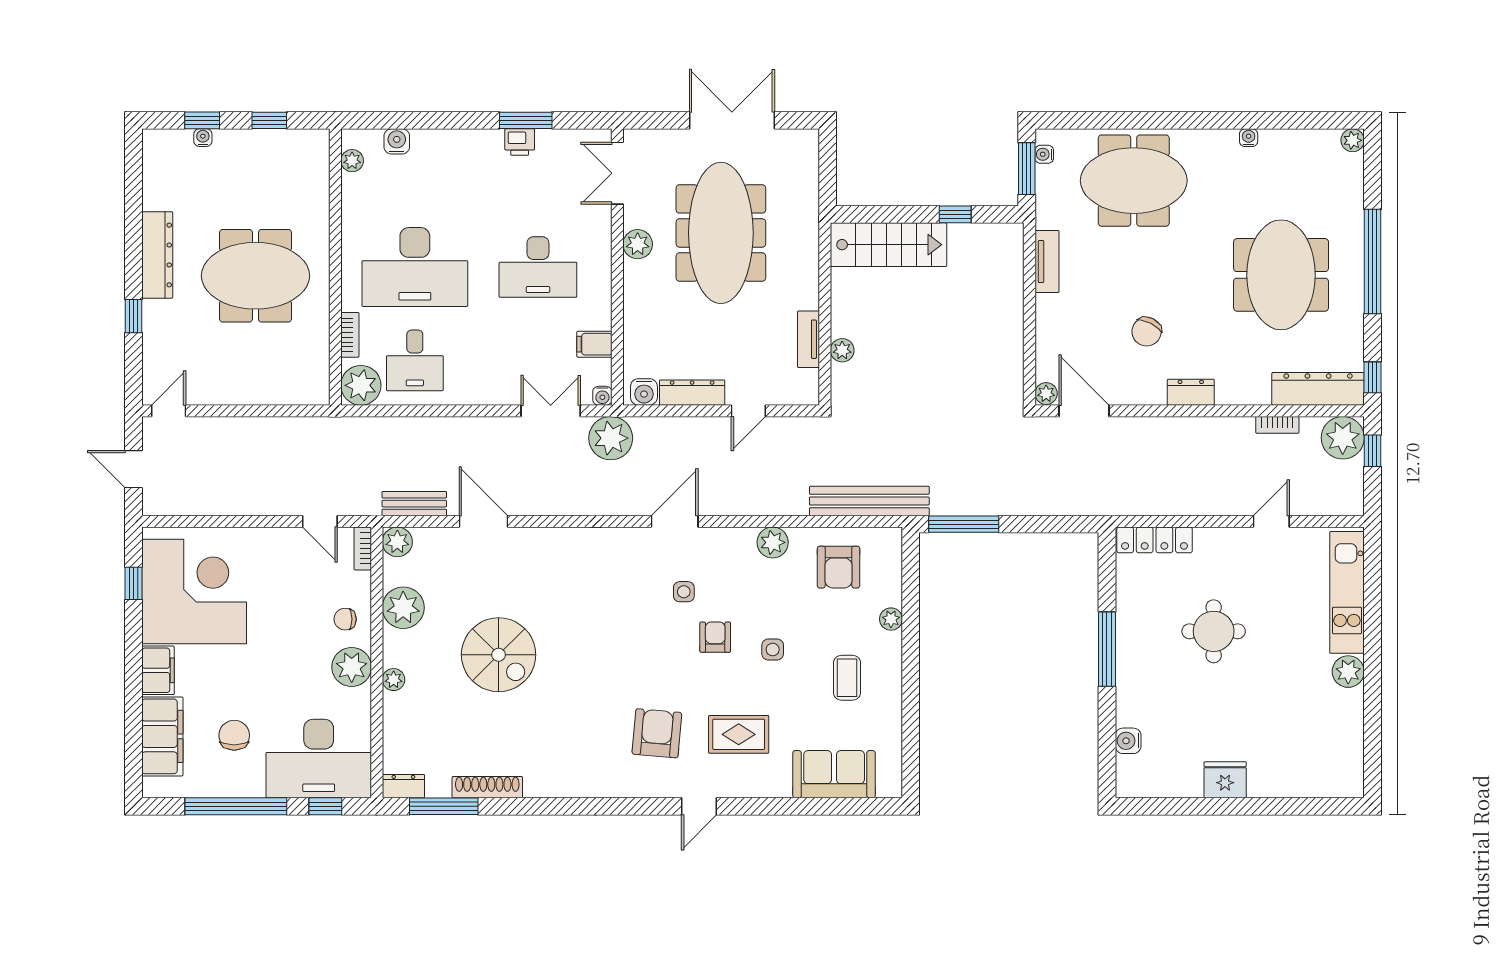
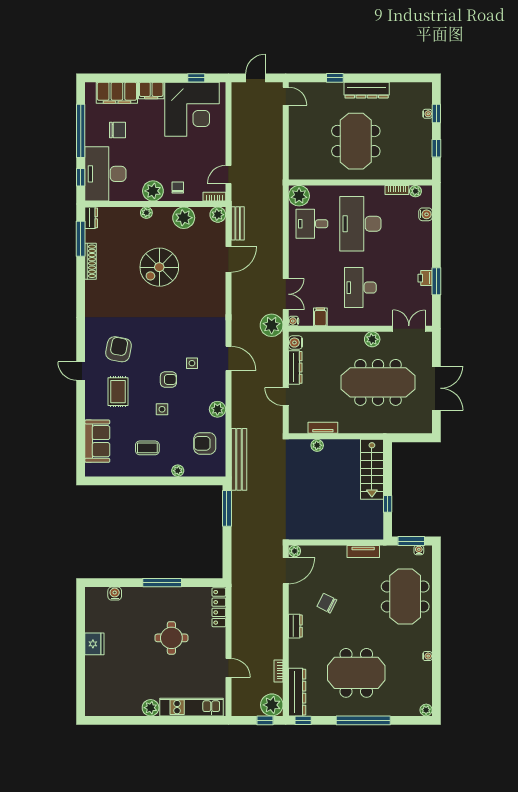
bookcase: (350, 335) -> (397, 190), moved
armchair: (657, 733) -> (119, 349), turned -84

